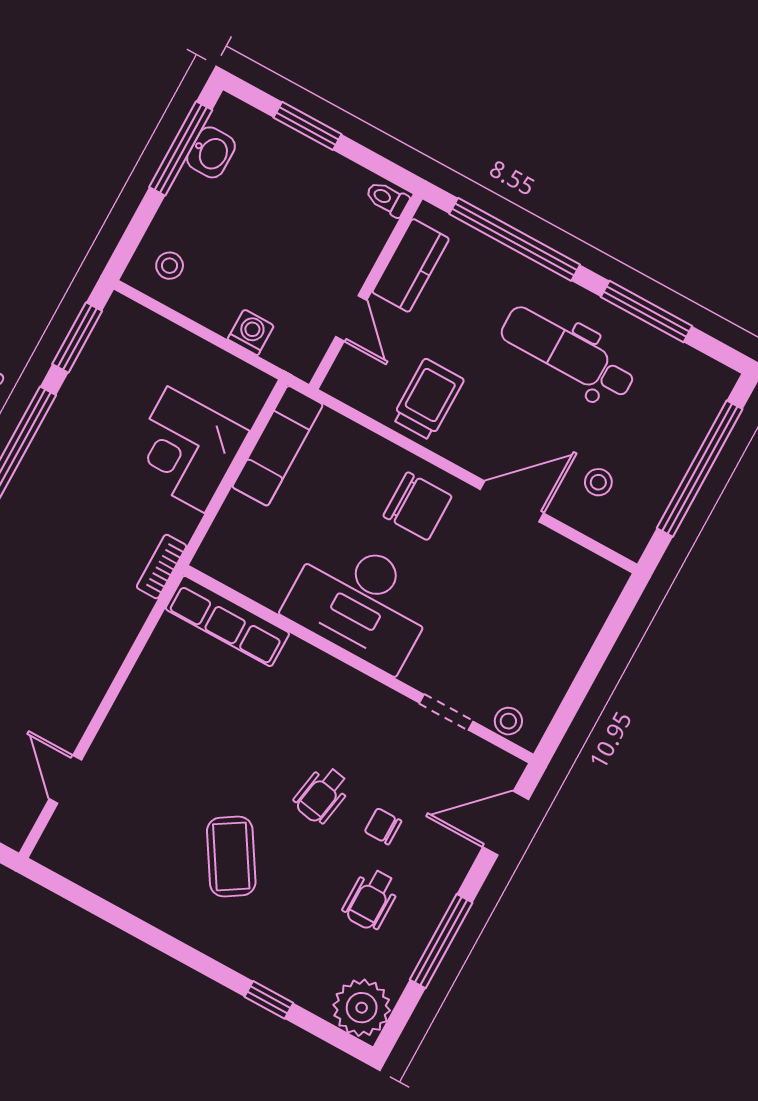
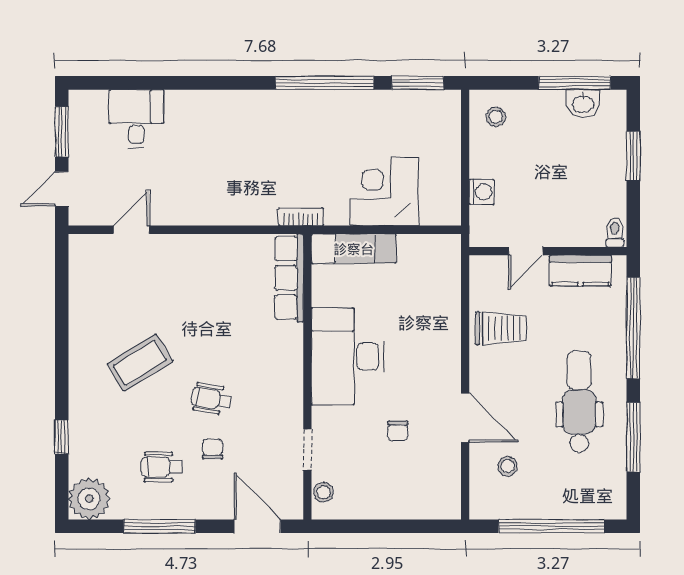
exam couch: (278, 446) -> (354, 249), moved
chair: (418, 506) -> (398, 431), moved, width x0.54, depth x0.54

